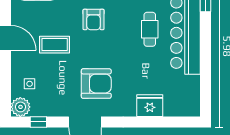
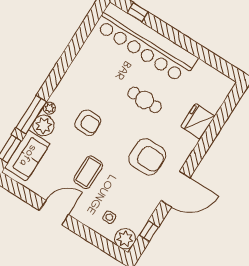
cafe table: (150, 29) -> (145, 100), moved
armchair: (96, 84) -> (147, 157), turned 90

